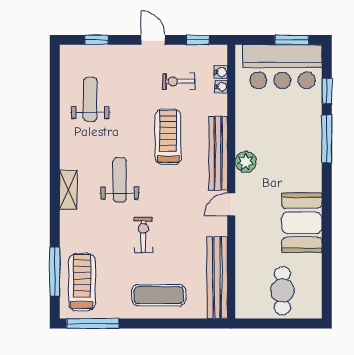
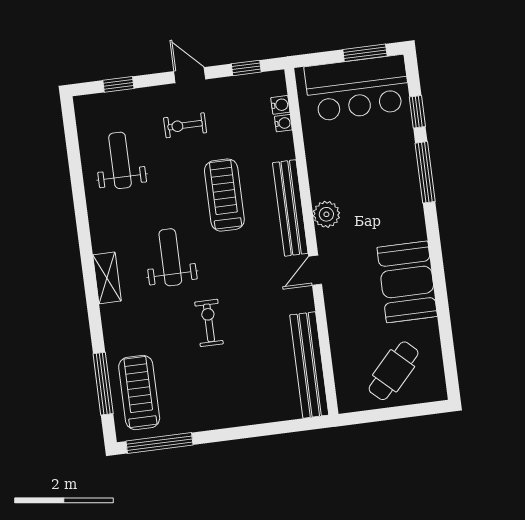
exercise bike: (179, 81) -> (185, 125), moved
cafe table: (282, 291) -> (394, 371), turned 43
exercise mat: (159, 295) -> (238, 397), removed

